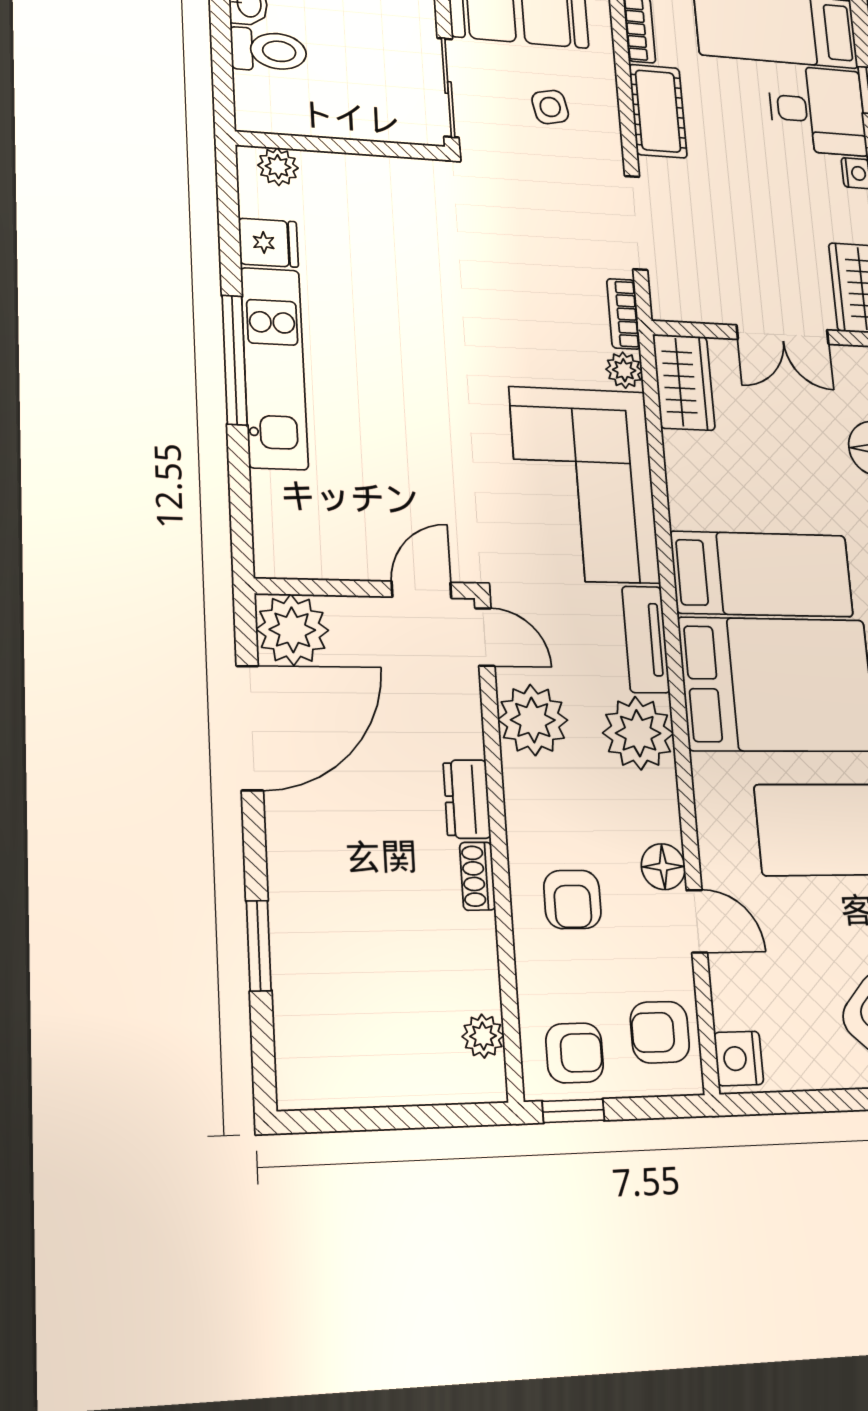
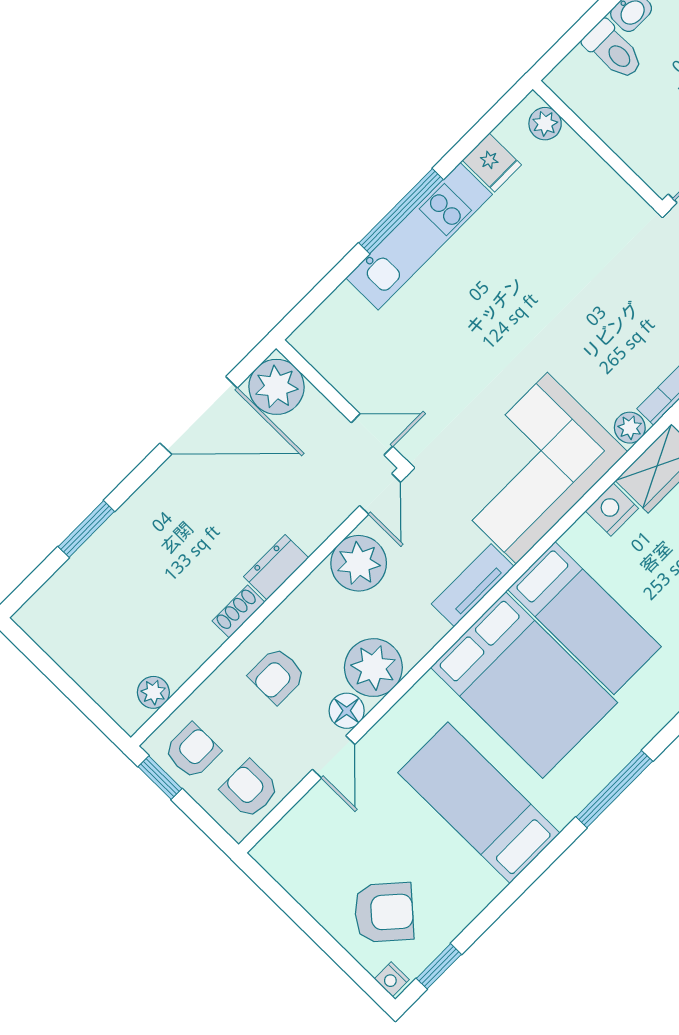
plant: (638, 733) -> (373, 668), moved
armchair: (575, 1053) -> (192, 751), turned -90
nightstand: (739, 1058) -> (612, 510), moved

